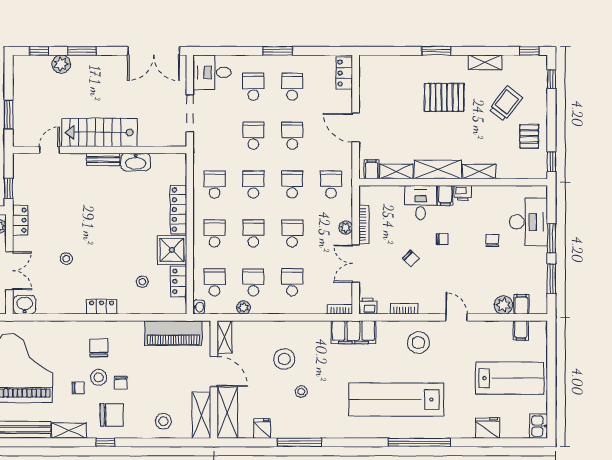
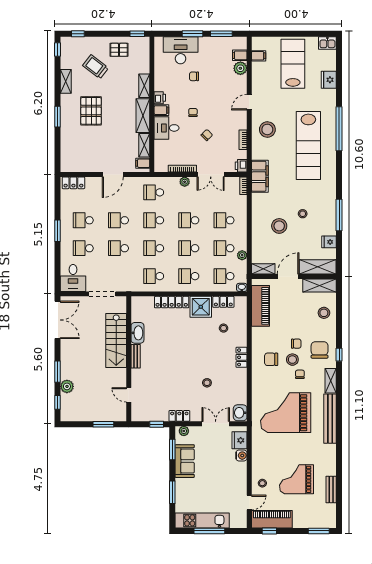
stairs: (100, 132) -> (116, 340), moved

